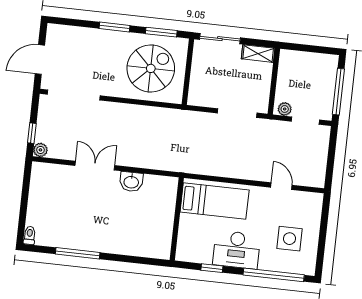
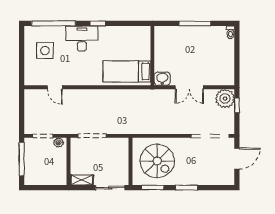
spiral stairs: (151, 68) -> (157, 161), turned -90
plant: (40, 150) -> (225, 99), width x1.87, depth x1.87
bed: (215, 201) -> (127, 71), moved
wall: (177, 219) -> (152, 56), moved

